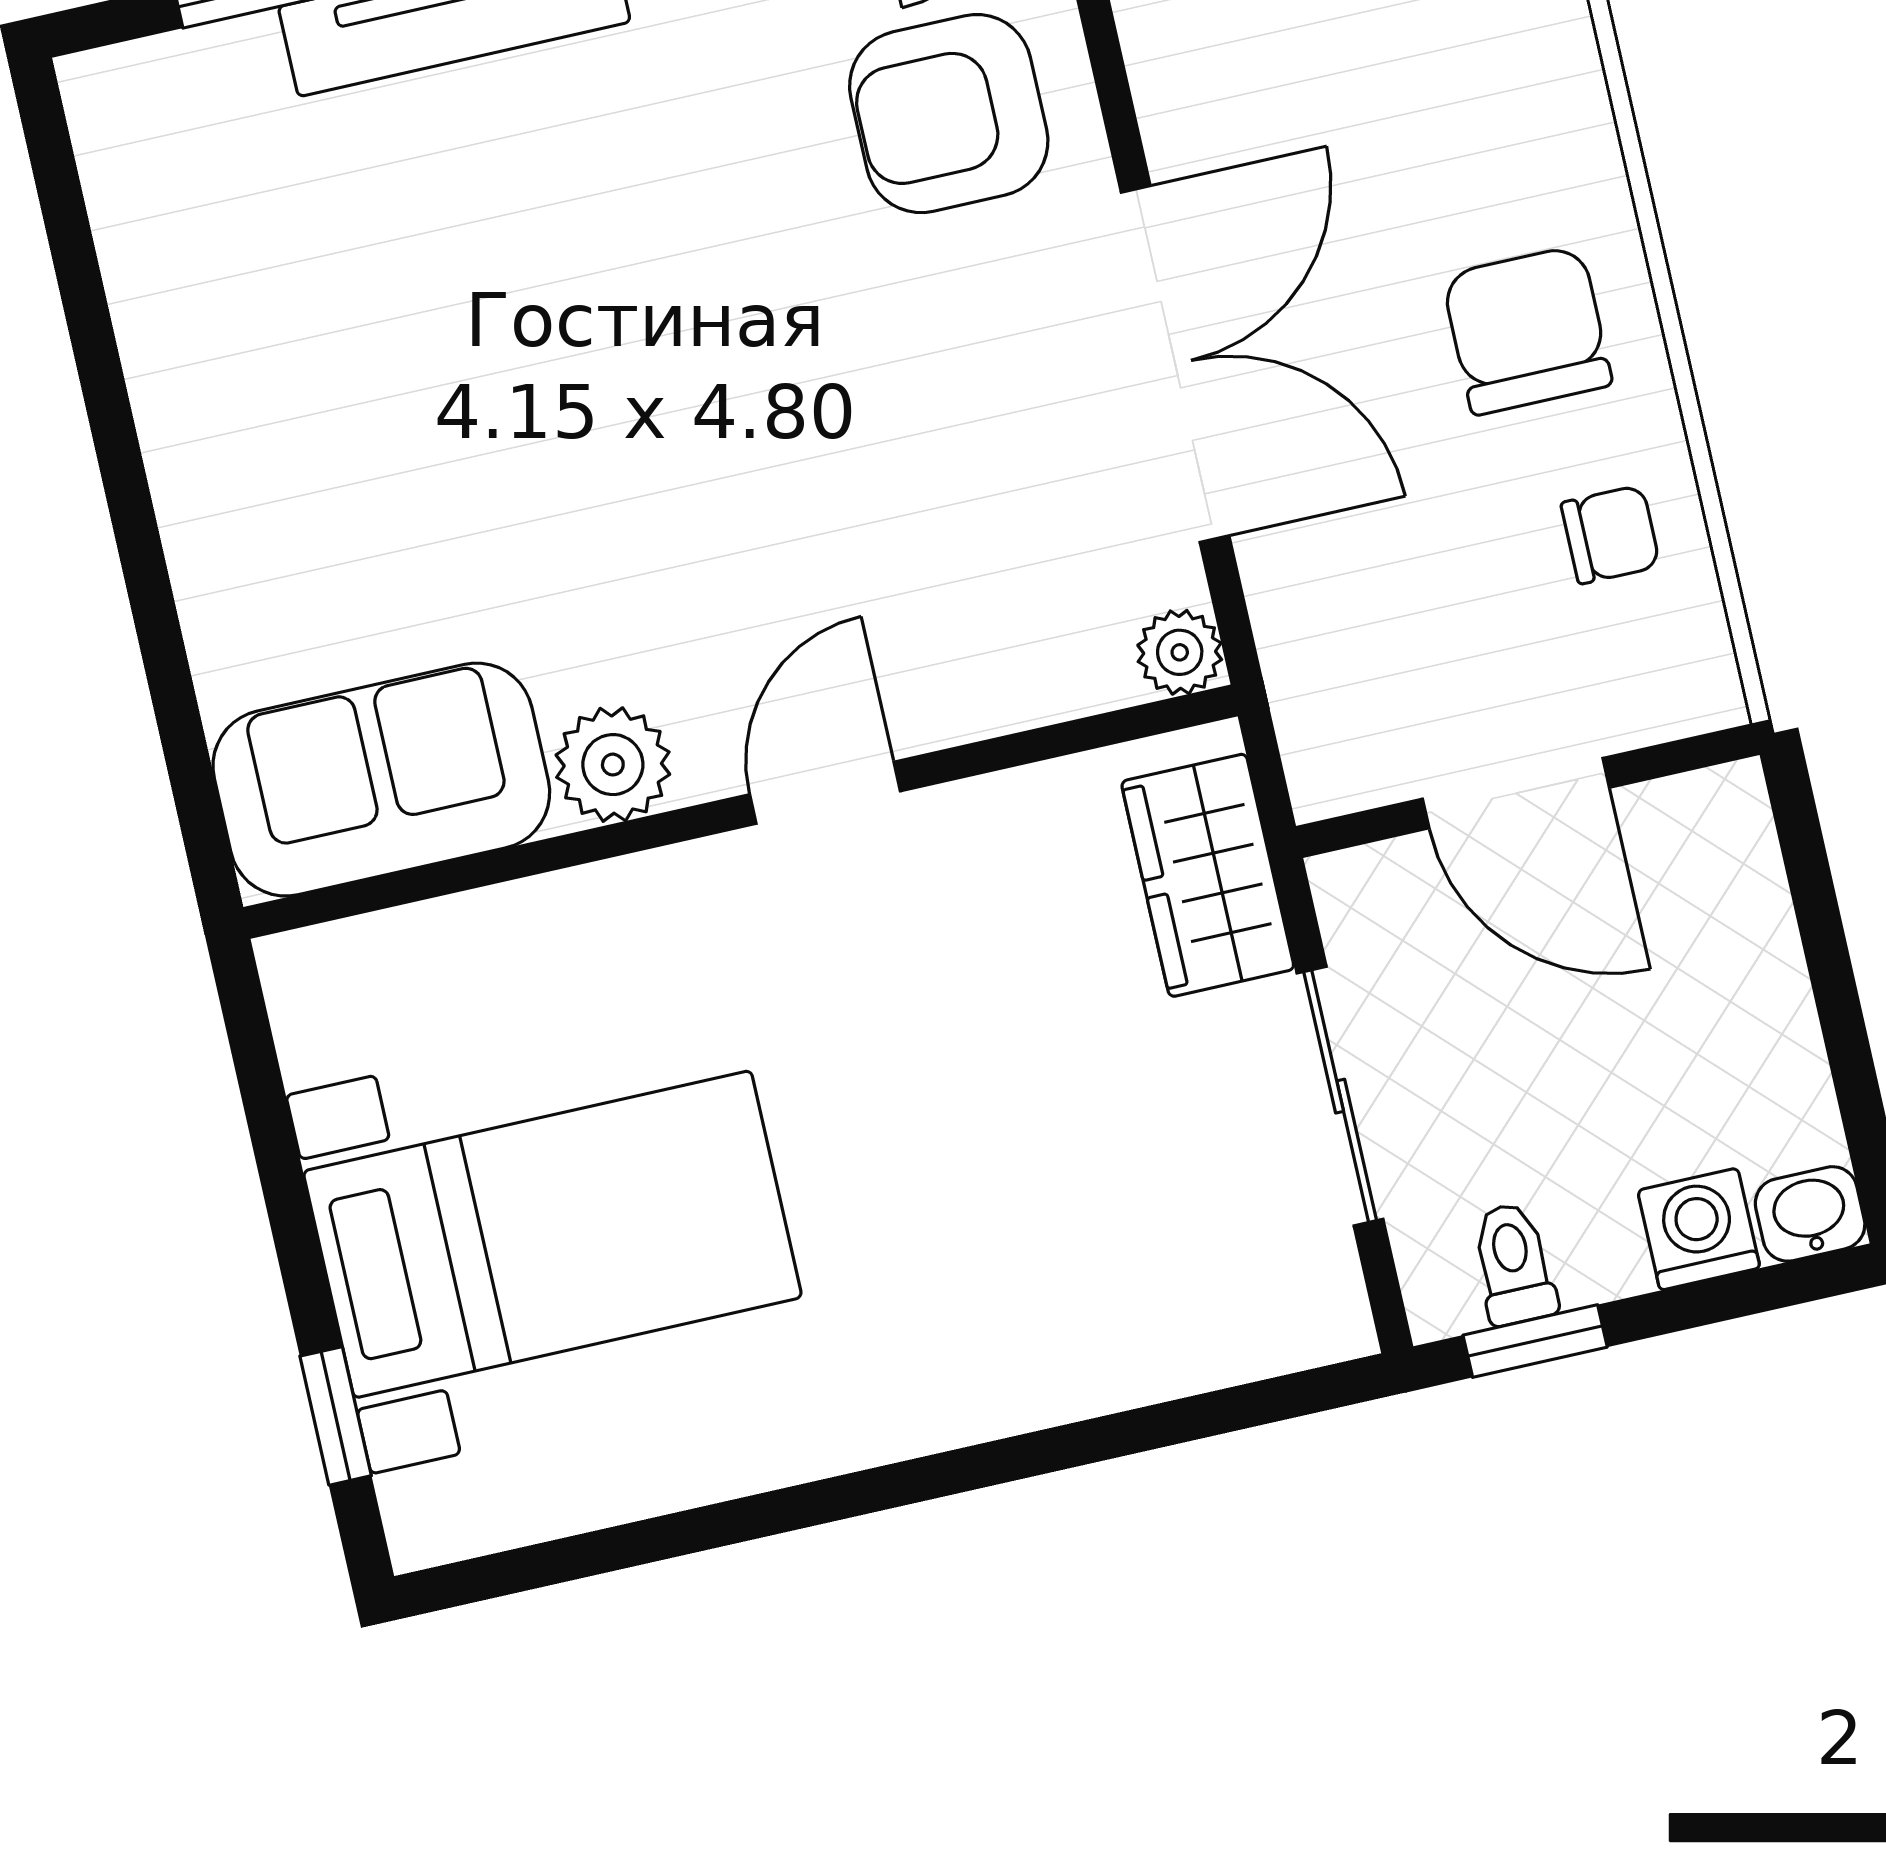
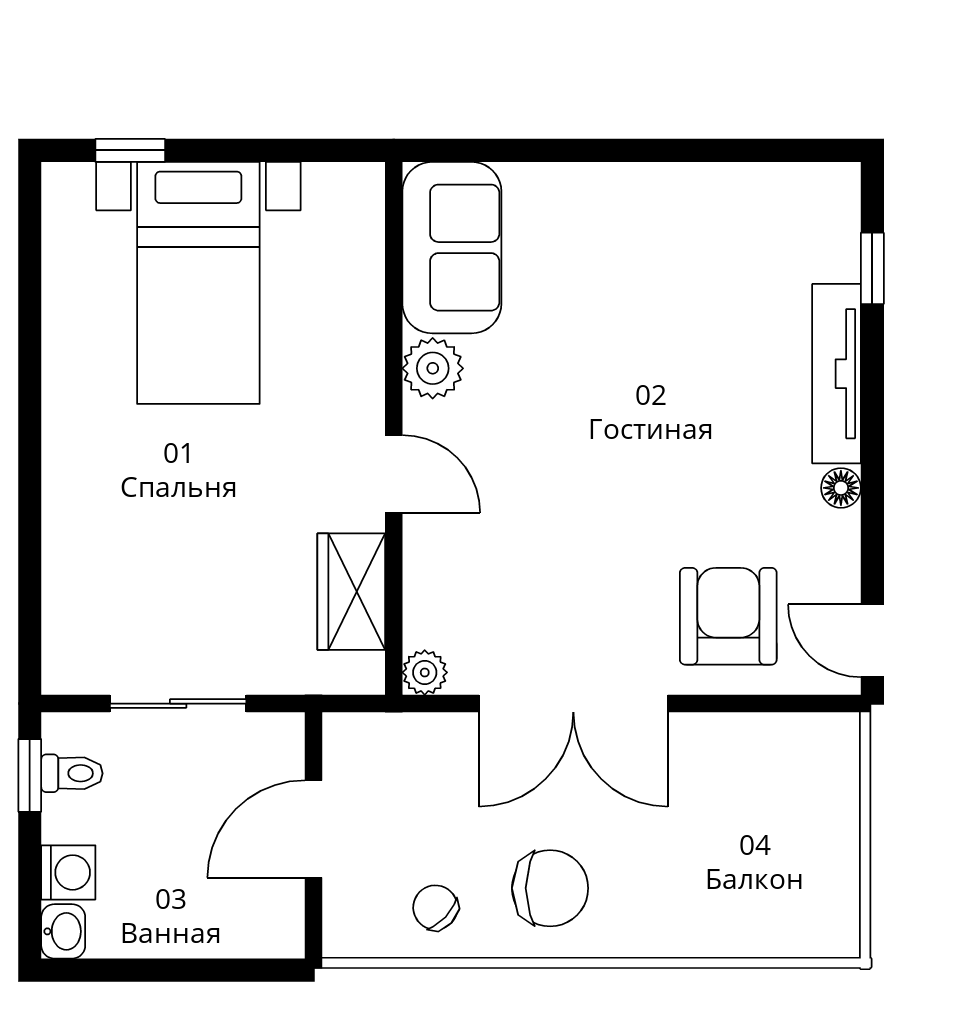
chair: (1610, 535) -> (435, 907), turned 133
wardrobe: (1208, 875) -> (351, 592), moved, turned -90

